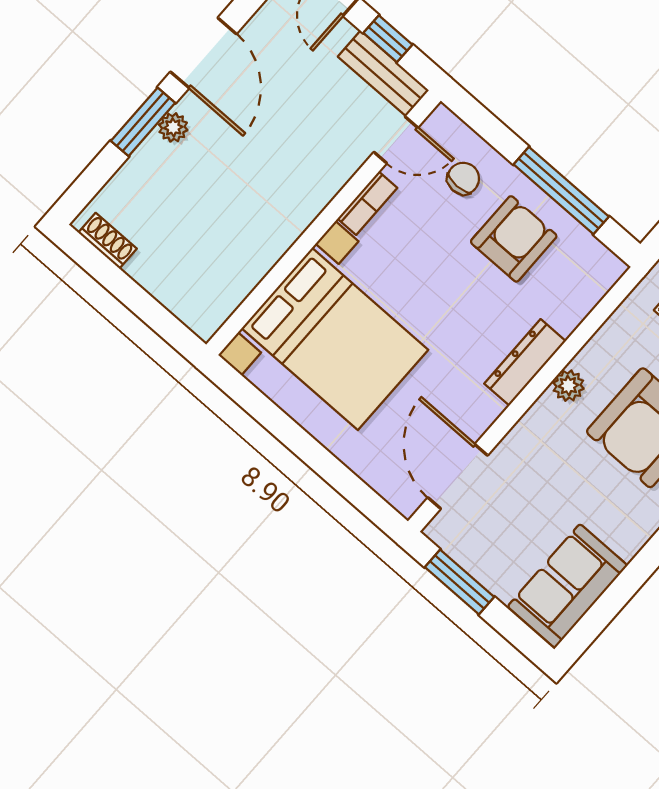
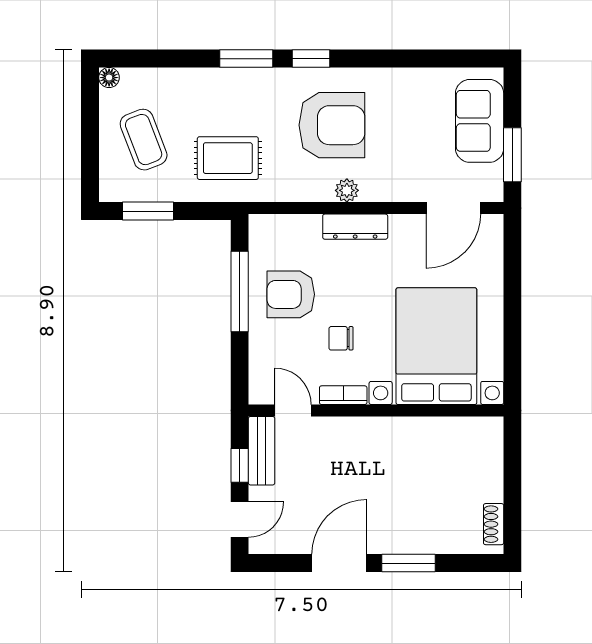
plant: (173, 127) -> (397, 543), removed
chair: (463, 179) -> (341, 338), moved
sofa: (567, 586) -> (480, 121), moved, turned 90

